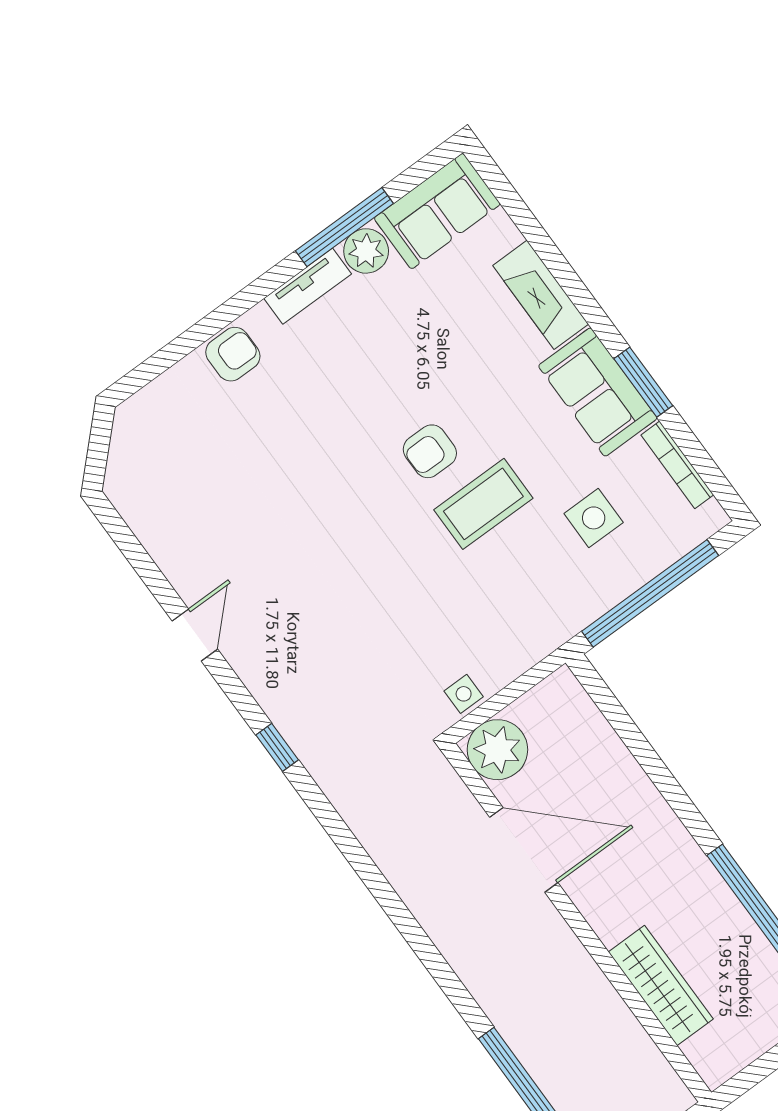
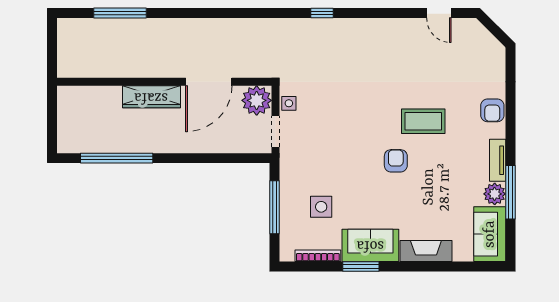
coffee table: (483, 504) -> (423, 121), moved, turned 90
window: (650, 593) -> (274, 207), width x0.68
door: (195, 635) -> (439, 13), moved
doorway: (526, 682) -> (275, 132), added
wardrobe: (661, 985) -> (151, 97), moved

